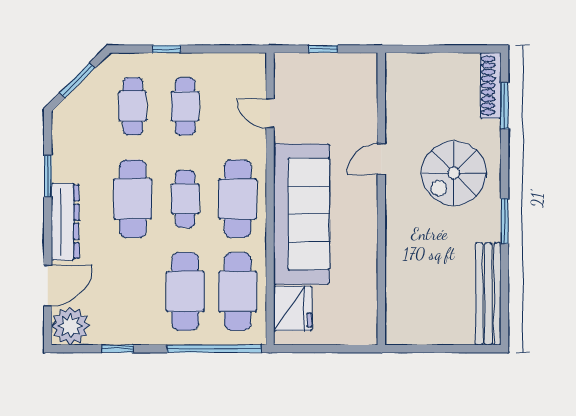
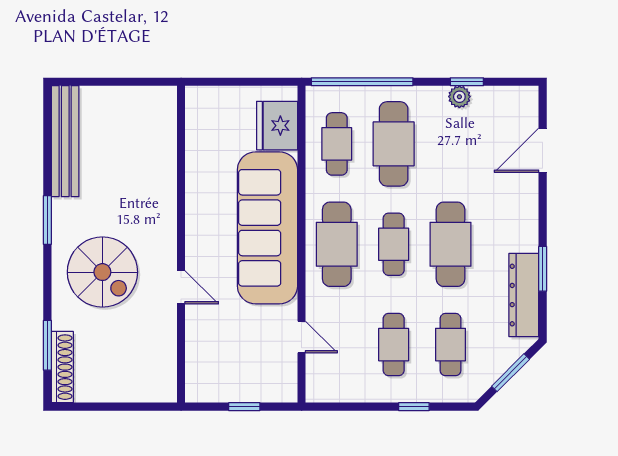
door: (381, 159) -> (181, 287), hinge flipped
spiral stairs: (454, 173) -> (102, 272), turned 90
dresser: (65, 222) -> (524, 295), moved
cafe table: (238, 291) -> (337, 144), width x0.73, depth x0.74
plant: (70, 326) -> (459, 97), moved, width x0.53, depth x0.53

